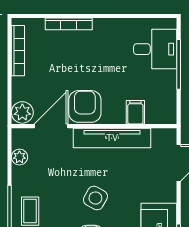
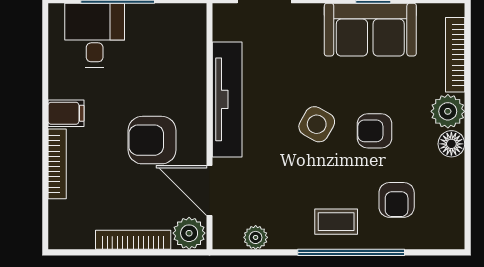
bookcase: (18, 51) -> (133, 240), moved
armchair: (85, 106) -> (152, 140), moved
filing cabinet: (135, 112) -> (66, 113), moved, turned 180

